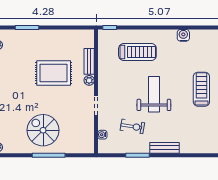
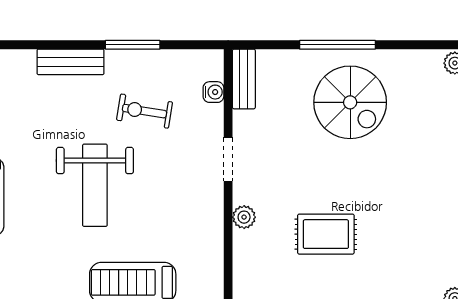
bench: (89, 61) -> (244, 79), moved
rug: (54, 73) -> (326, 234), width x0.73, depth x0.70

